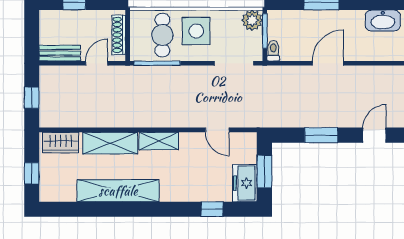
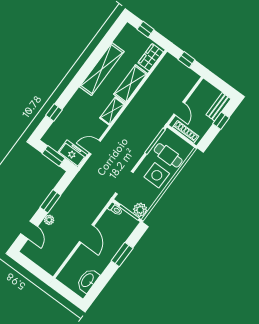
bench: (60, 53) -> (218, 107), moved
plant: (345, 120) -> (49, 220), added
freezer: (245, 183) -> (72, 154), moved

